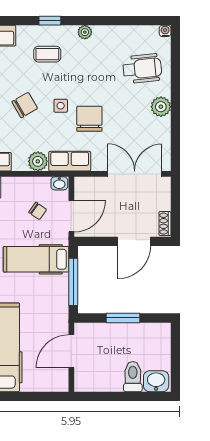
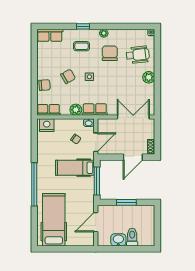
chair: (89, 119) -> (110, 53), moved
washbasin: (156, 381) -> (118, 240), moved

